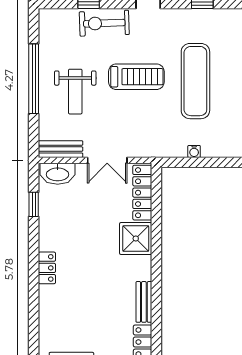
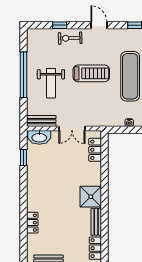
exercise bike: (104, 23) -> (70, 38), width x0.73, depth x0.72
locker: (142, 193) -> (95, 150), width x0.66
shower: (136, 239) -> (91, 197), moved
locker: (47, 268) -> (32, 223), moved

